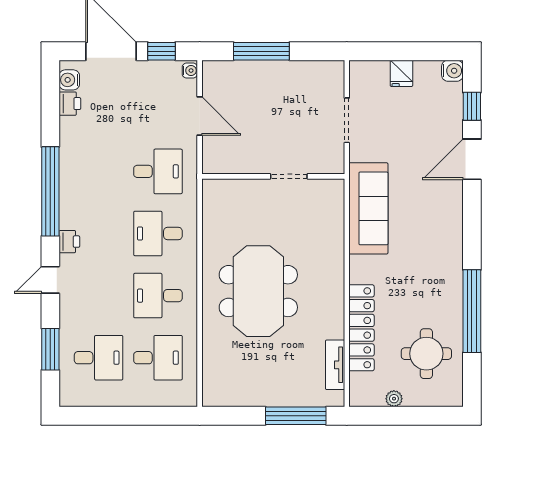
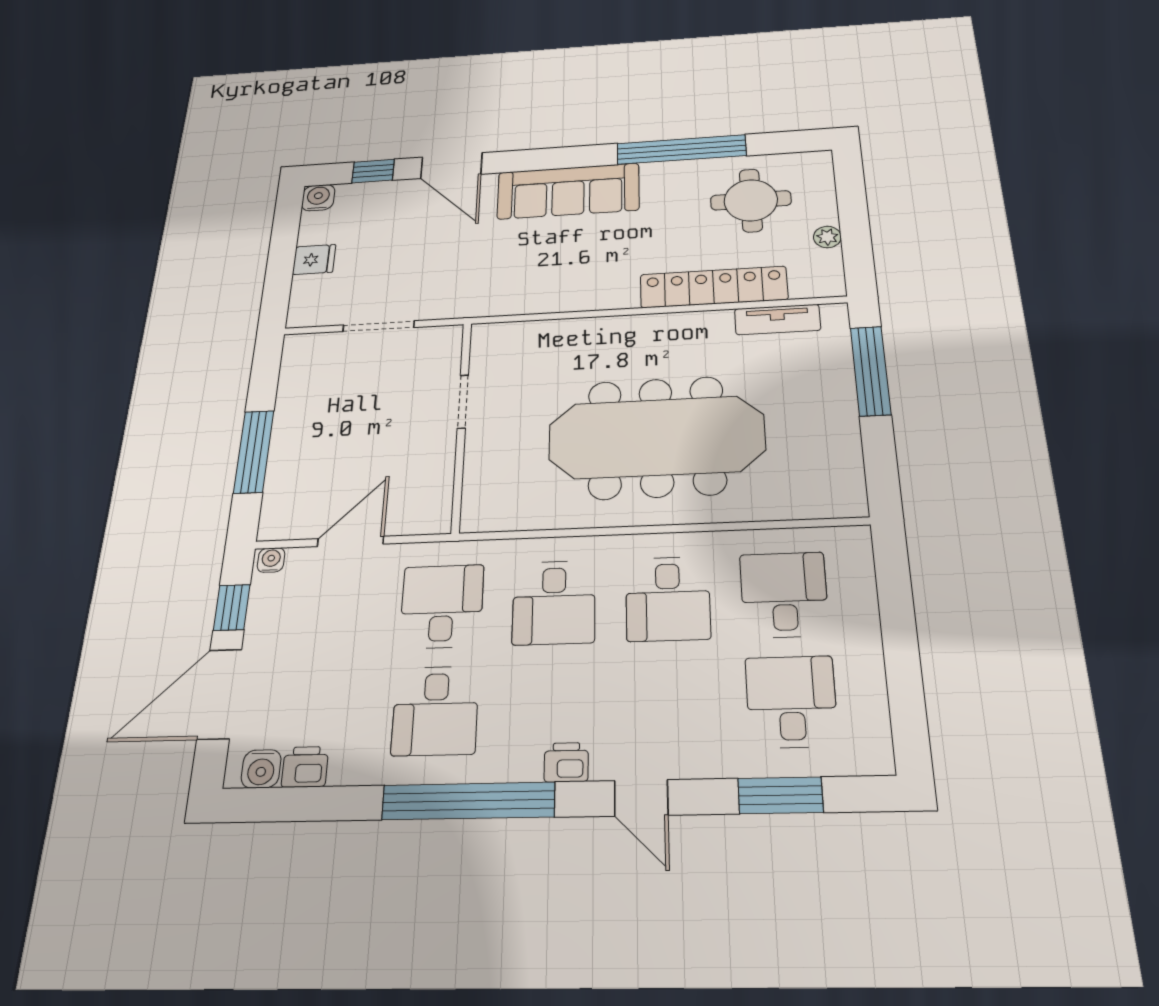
desk: (99, 171) -> (435, 711), added
sofa: (368, 208) -> (568, 191), moved, turned 180
meeting table: (258, 291) -> (656, 437), width x1.36

